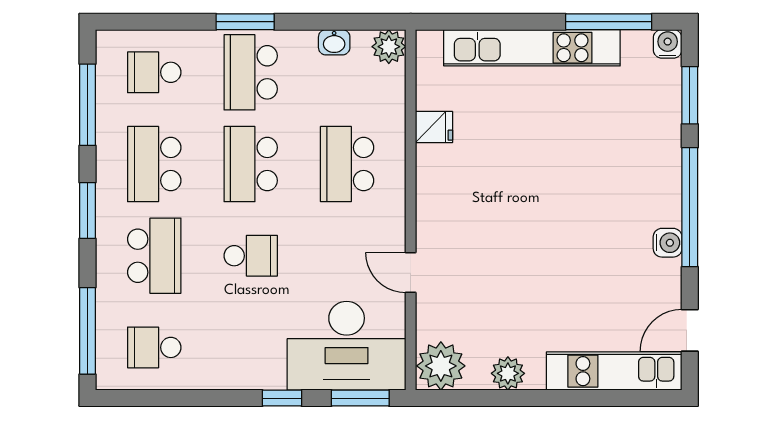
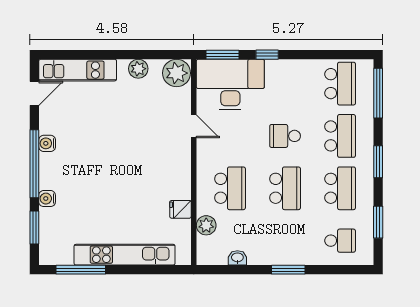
water cooler: (668, 44) -> (47, 199), moved, turned 90
plant: (389, 47) -> (206, 225), moved
school desk: (251, 72) -> (285, 241), removed
window: (88, 105) -> (378, 222), width x0.69
school desk: (154, 256) -> (340, 136), turned 180
school desk: (154, 347) -> (340, 84), width x1.85

